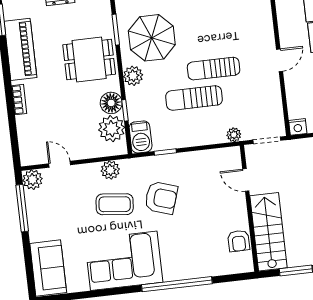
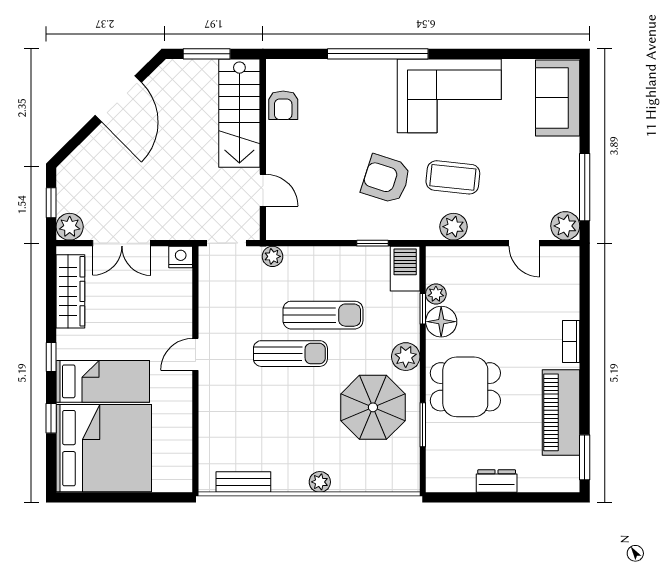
plant: (112, 129) -> (436, 294), width x0.53, depth x0.53
armchair: (239, 241) -> (283, 105), turned 180

